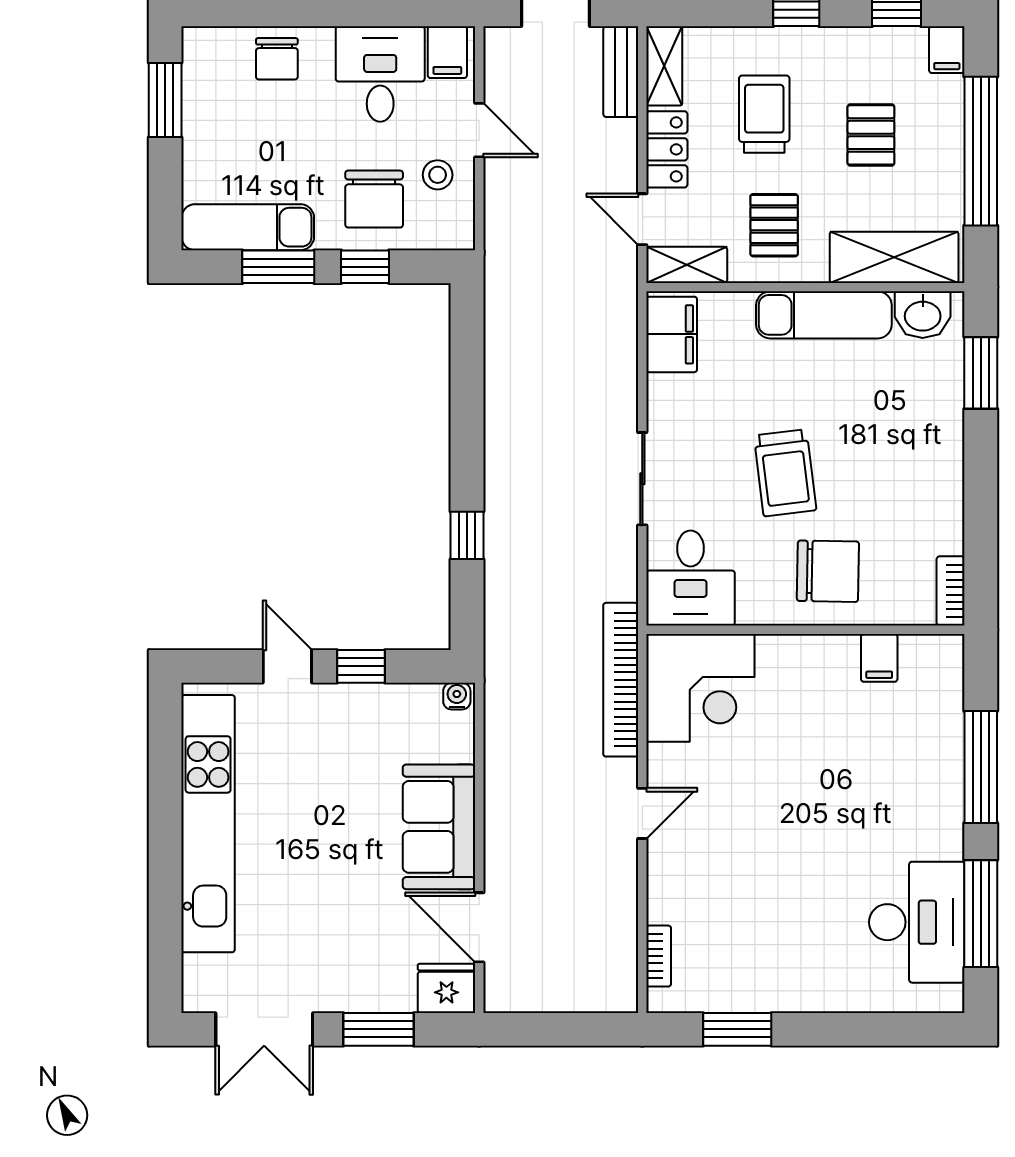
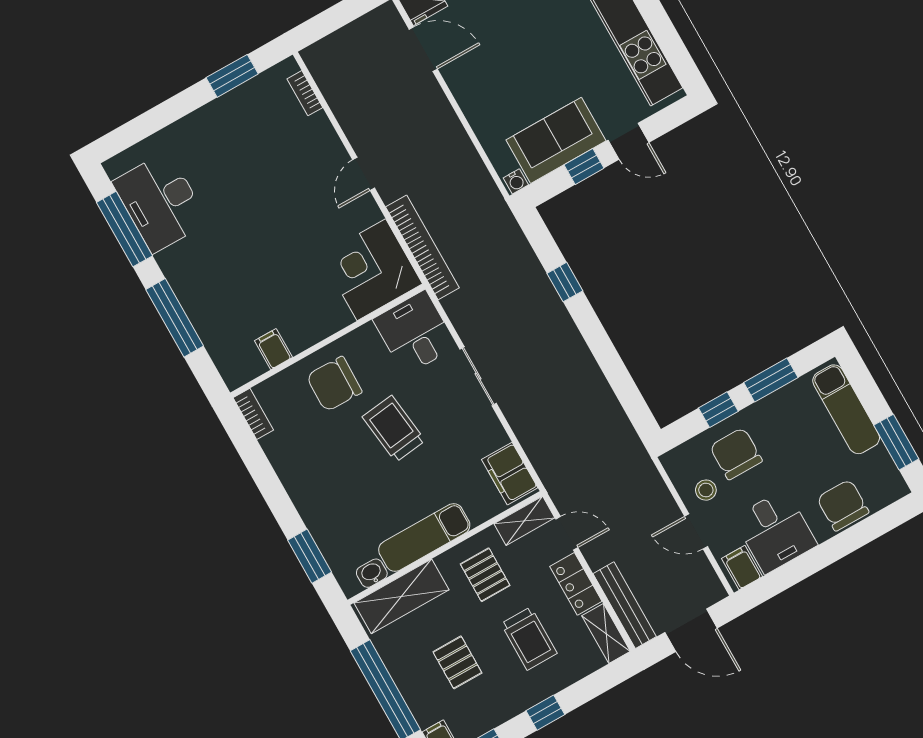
chair: (277, 59) -> (843, 505), width x1.37, depth x1.37
bench: (621, 72) -> (625, 605), width x1.36
exam couch: (248, 227) -> (846, 409), moved, turned 90
washbasin: (923, 315) -> (372, 573), width x0.72, depth x0.69
sofa: (439, 827) -> (556, 140), moved, turned -90

